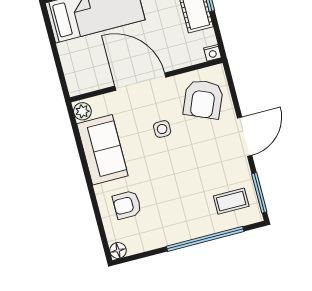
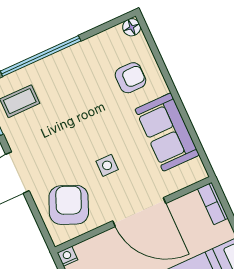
bookcase: (72, 78) -> (213, 203), added
plant: (82, 111) -> (196, 169), removed

